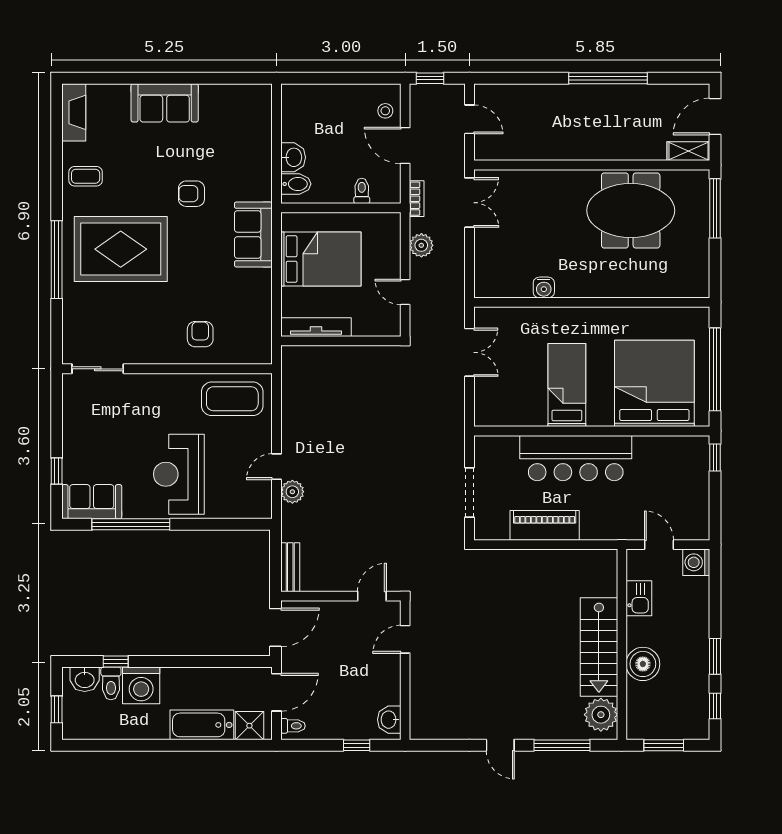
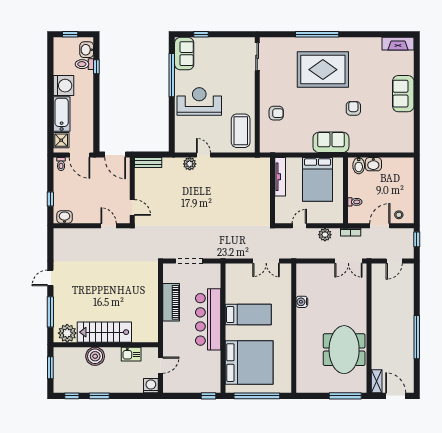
coffee table: (86, 176) -> (363, 50), removed
rug: (121, 249) -> (323, 70), turned 90
washing machine: (141, 685) -> (64, 86), moved, turned 180

